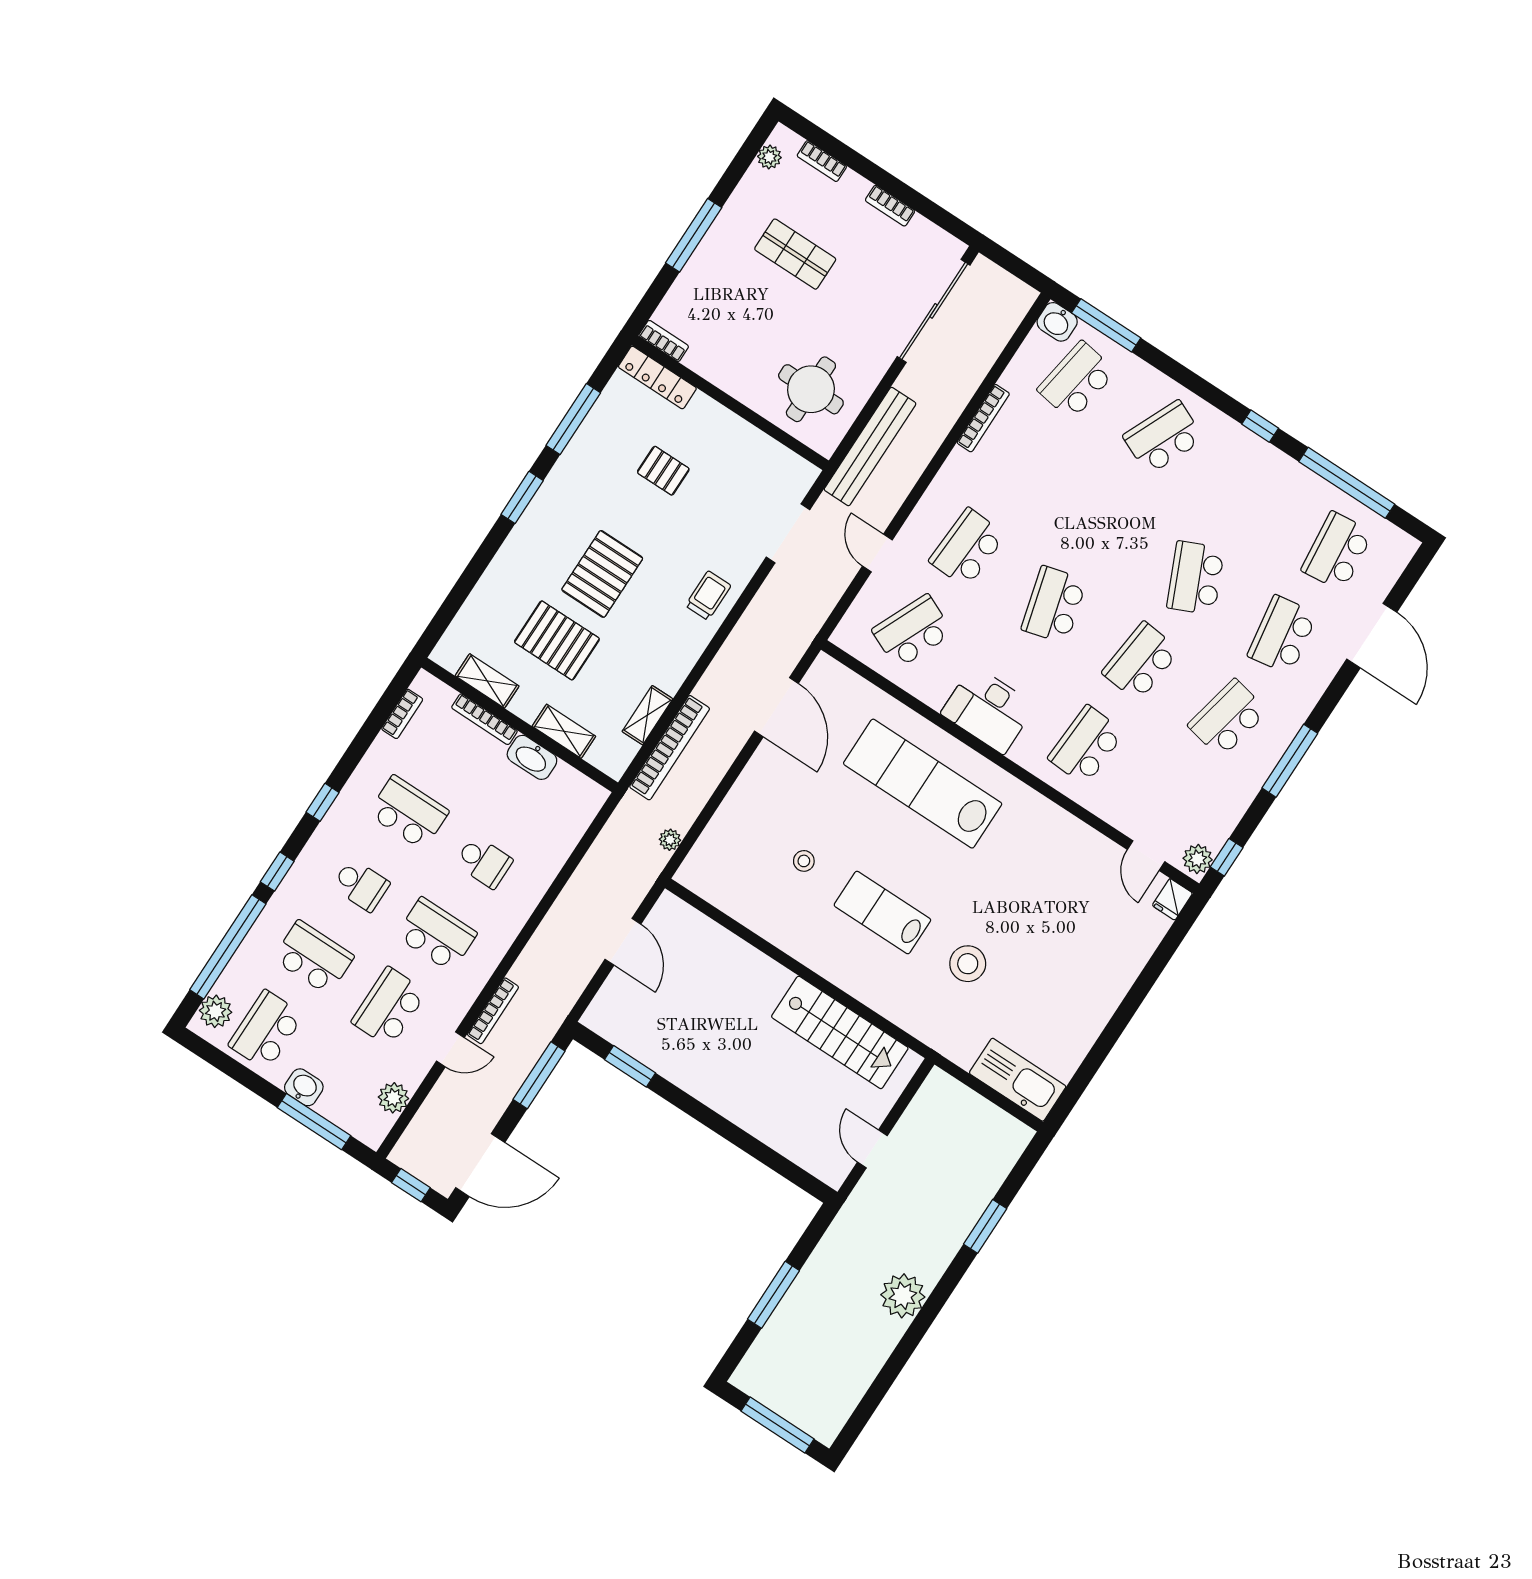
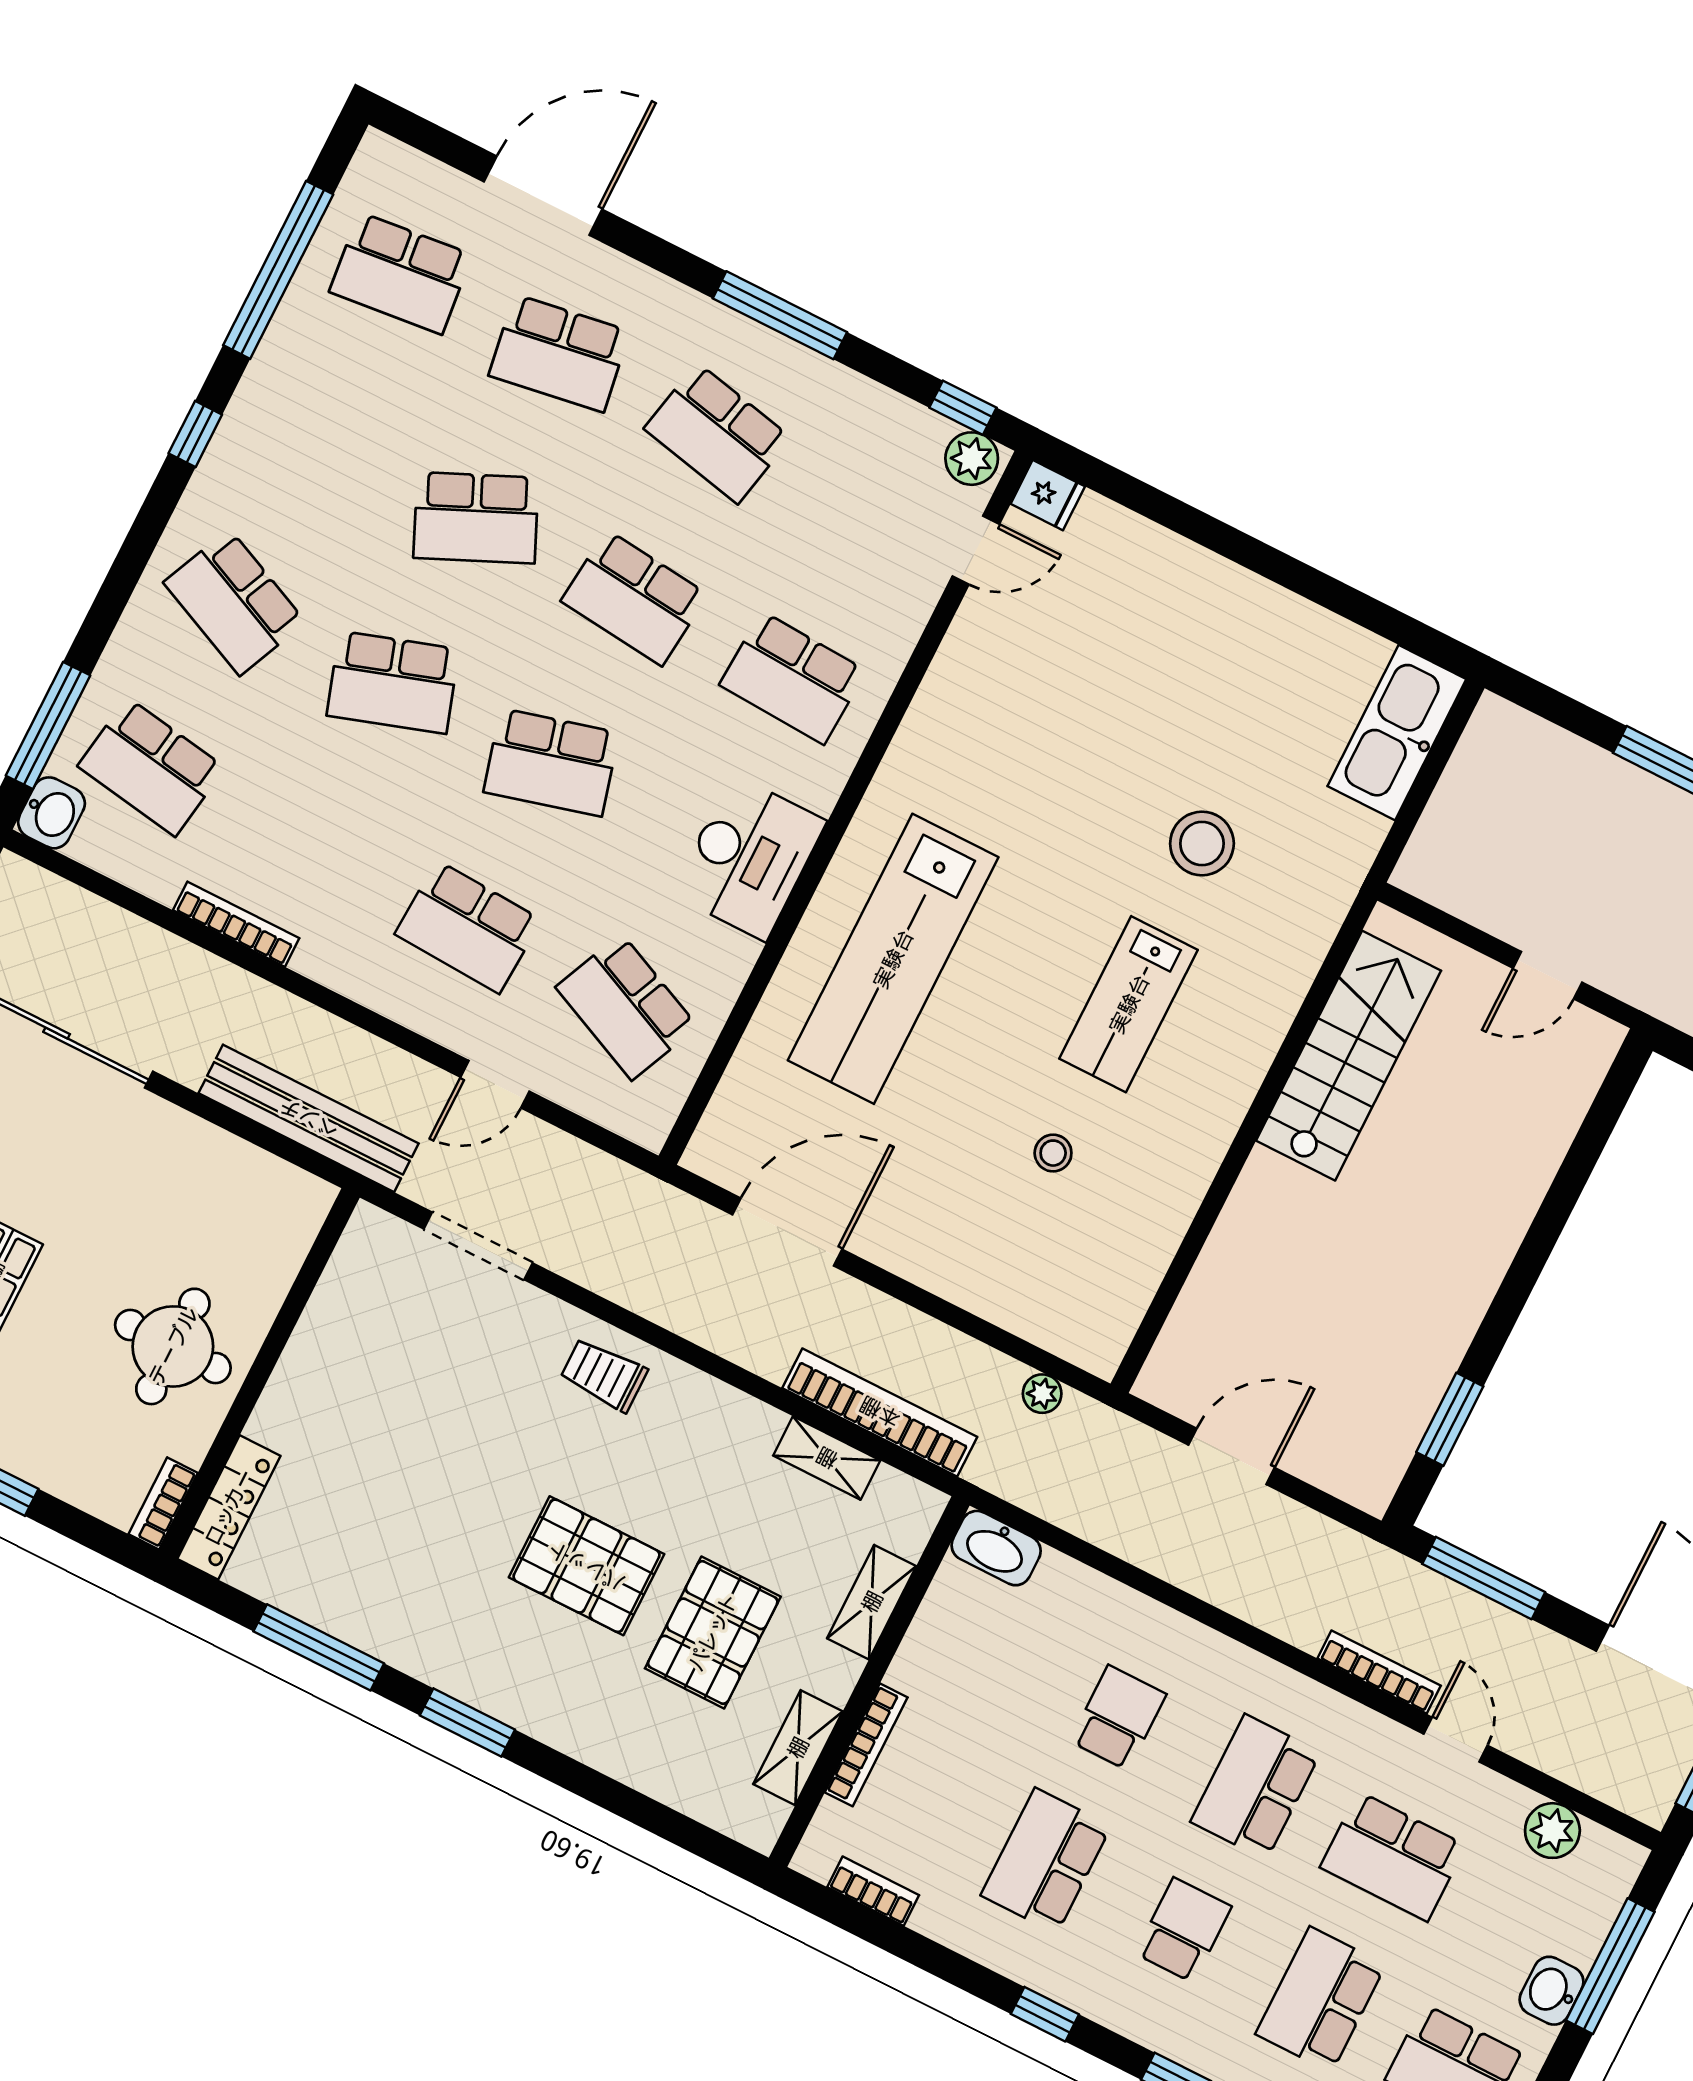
round table: (811, 389) -> (173, 1346), moved
pallet: (663, 471) -> (392, 1478), removed
school desk: (1109, 521) -> (393, 682), added
washbasin: (532, 757) -> (996, 1548), moved, turned 90

